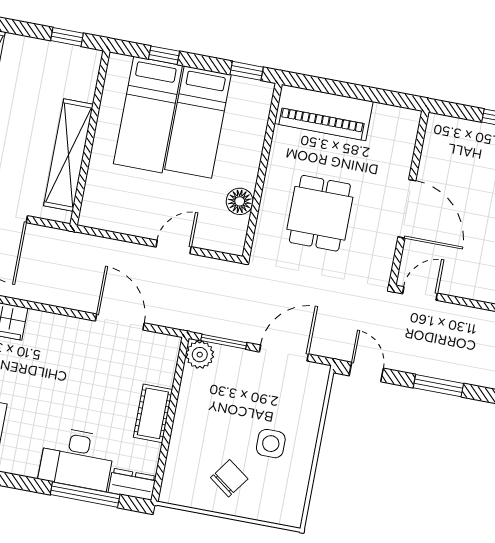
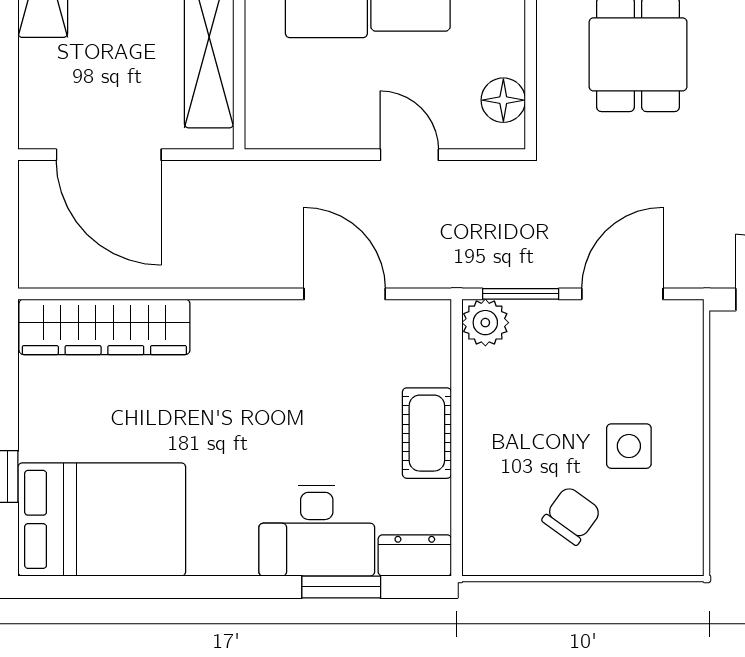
floor lamp: (240, 201) -> (503, 100), moved
door: (174, 247) -> (409, 155), hinge flipped
window: (85, 495) -> (341, 587), width x0.69

